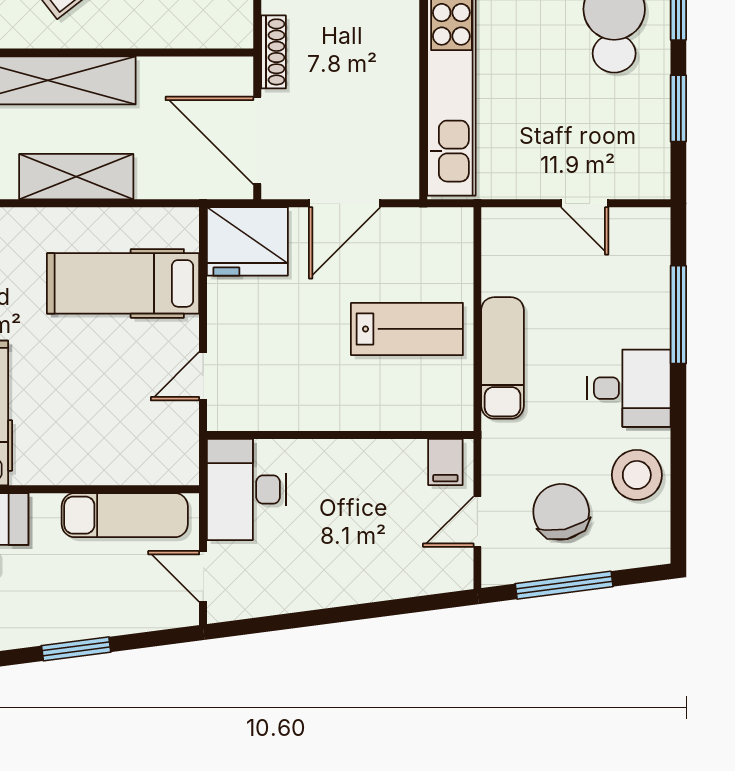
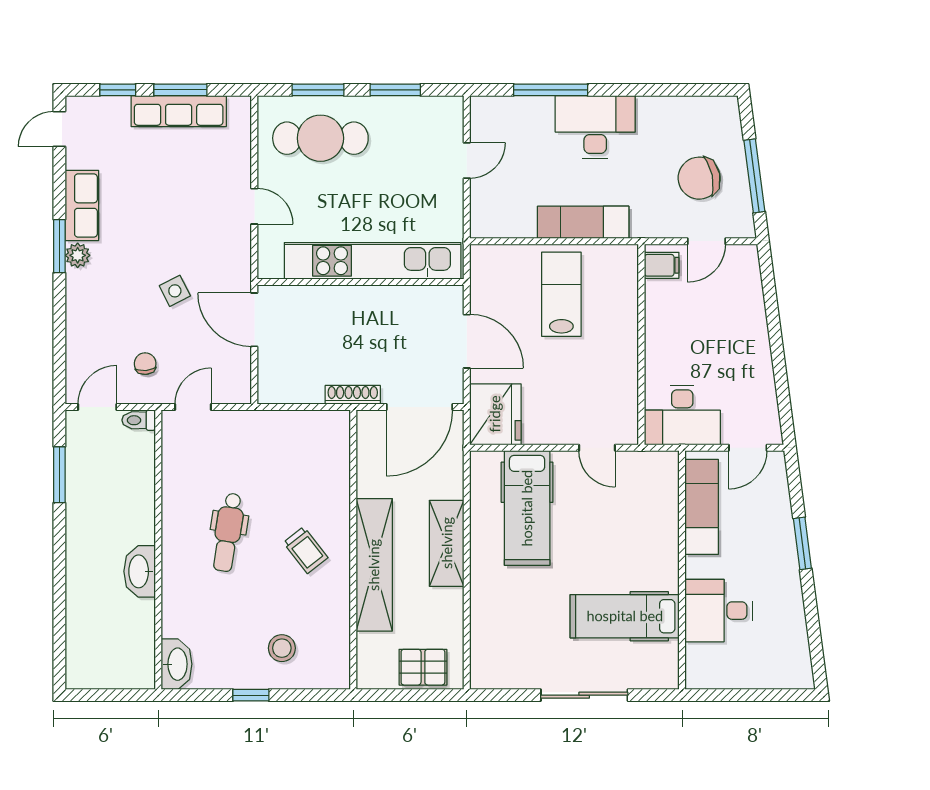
desk: (629, 388) -> (595, 127), width x1.37
stool: (637, 475) -> (671, 121), removed
door: (477, 522) -> (707, 241), hinge flipped

